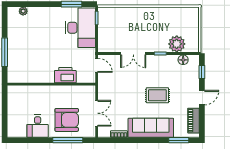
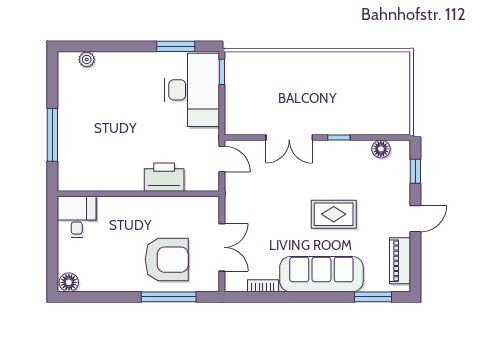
plant: (177, 44) -> (369, 120), removed
desk: (38, 126) -> (77, 217), moved, turned 180
floor lamp: (13, 132) -> (69, 282), added

